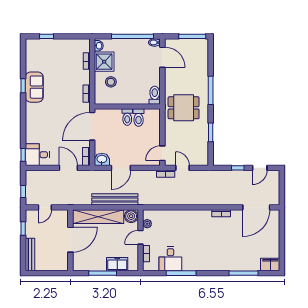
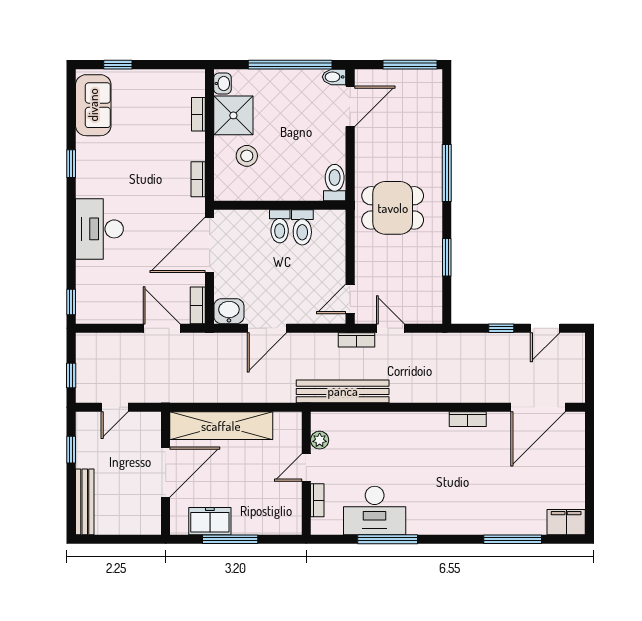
door: (162, 57) -> (350, 106), hinge flipped
sofa: (34, 87) -> (93, 105), moved
desk: (37, 155) -> (99, 229), moved, width x1.37
bench: (115, 199) -> (343, 391), moved
boiler: (131, 216) -> (287, 425), removed
desk: (170, 259) -> (375, 510), width x1.37
freezer: (117, 264) -> (210, 521), moved

